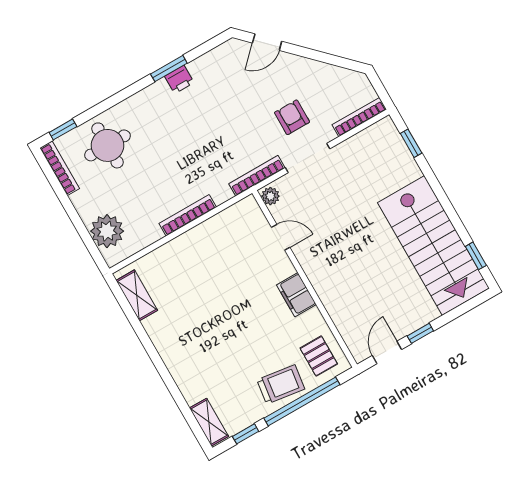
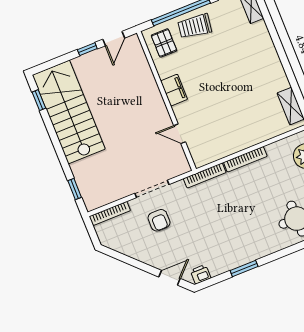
printer: (179, 79) -> (200, 274), moved
bookcase: (257, 176) -> (205, 175), moved
plant: (270, 196) -> (183, 165), removed

